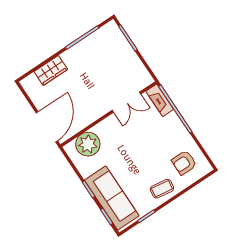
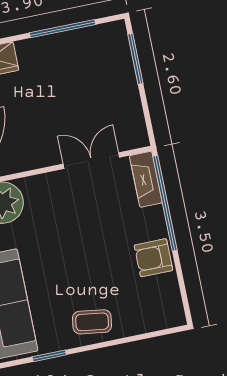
double door: (126, 102) -> (91, 161), swing flipped
armchair: (184, 163) -> (153, 258), moved

